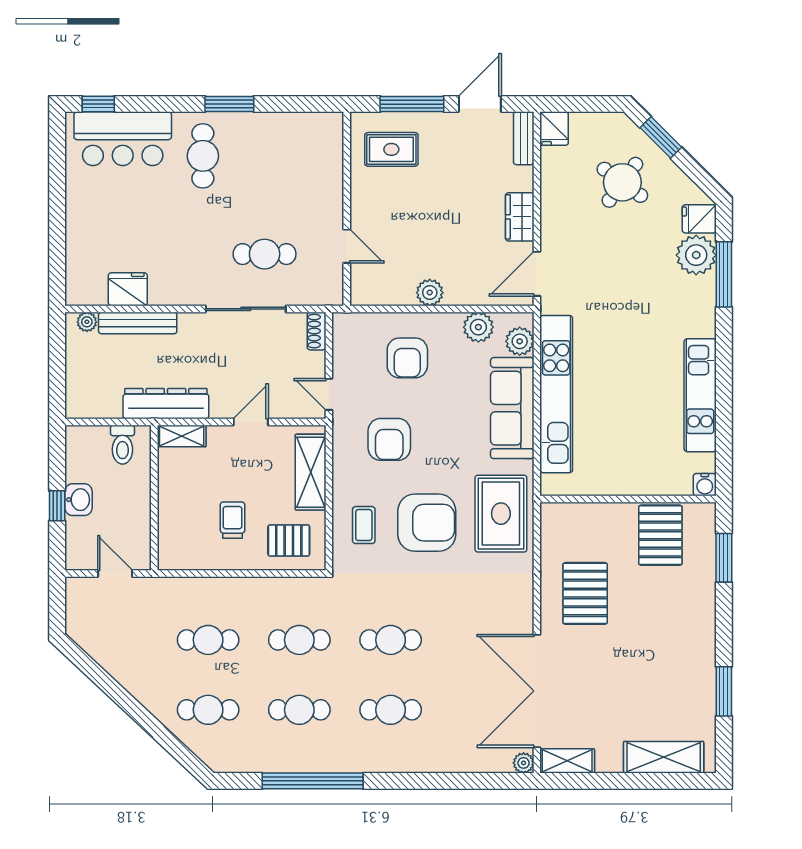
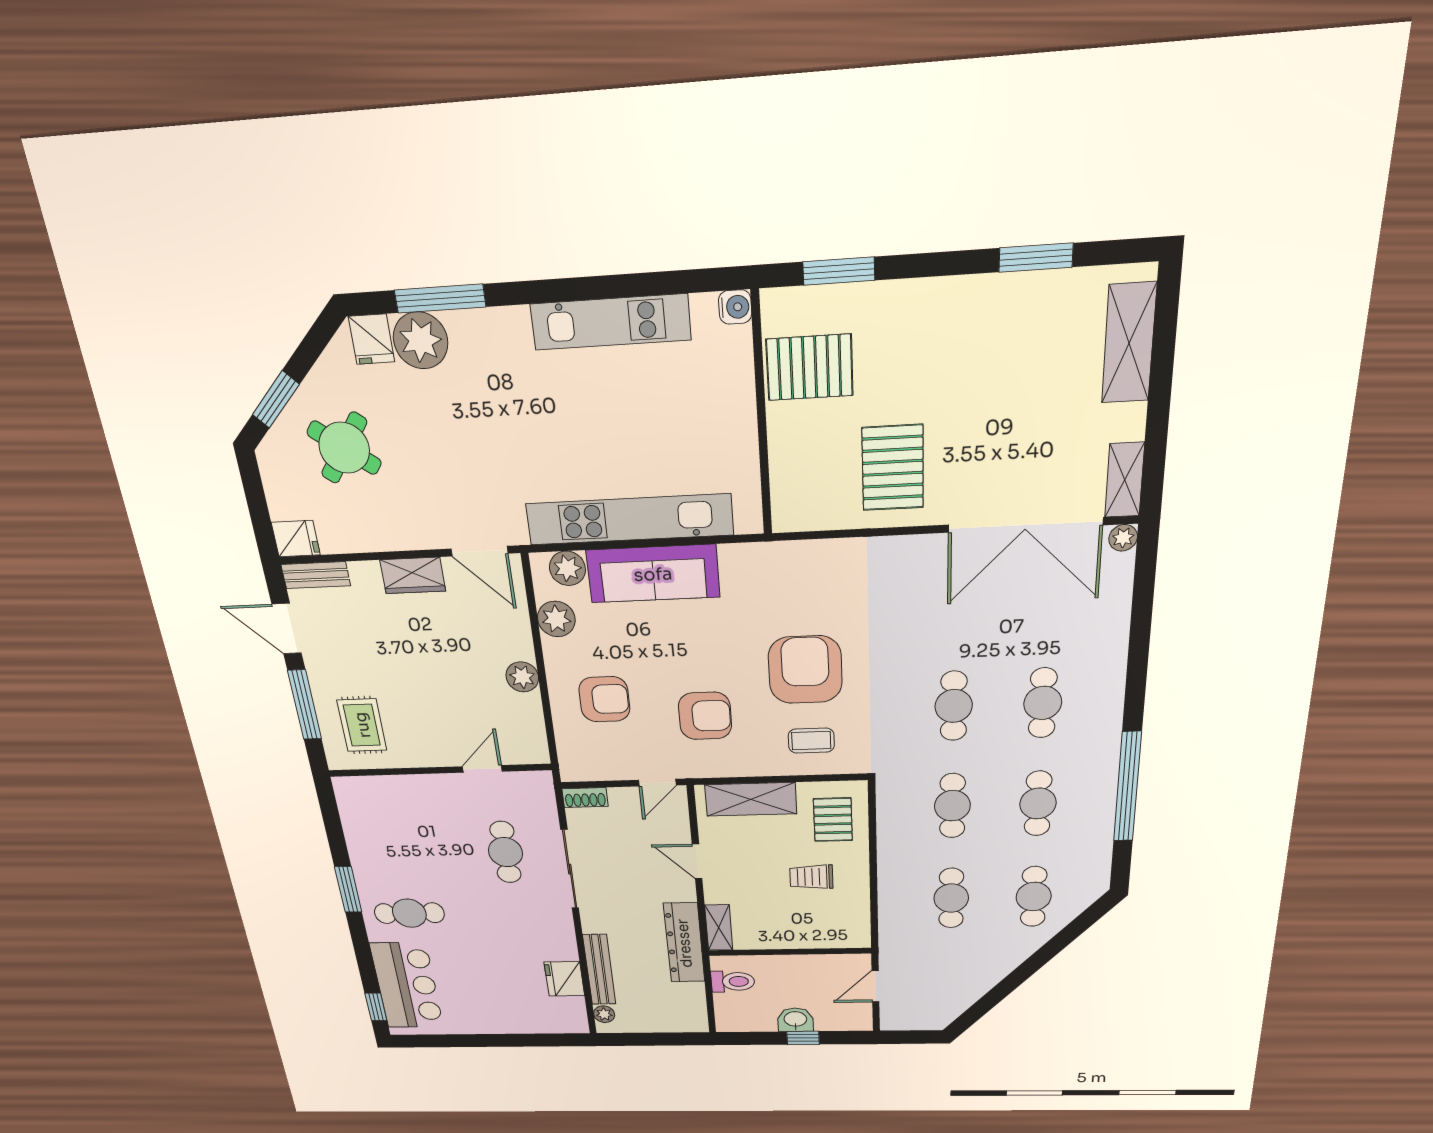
rug: (501, 514) -> (790, 582), removed
pallet: (585, 593) -> (893, 468), turned 90

